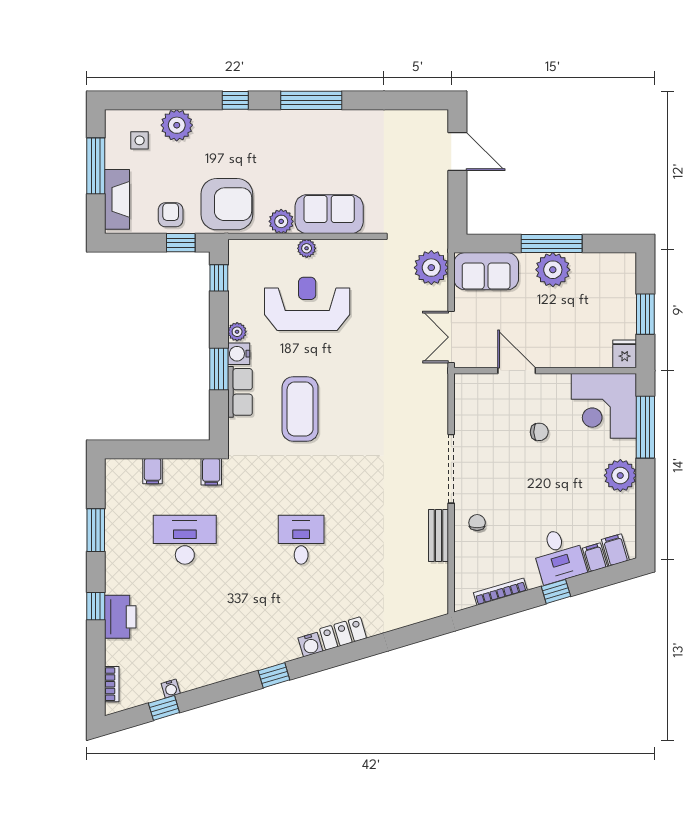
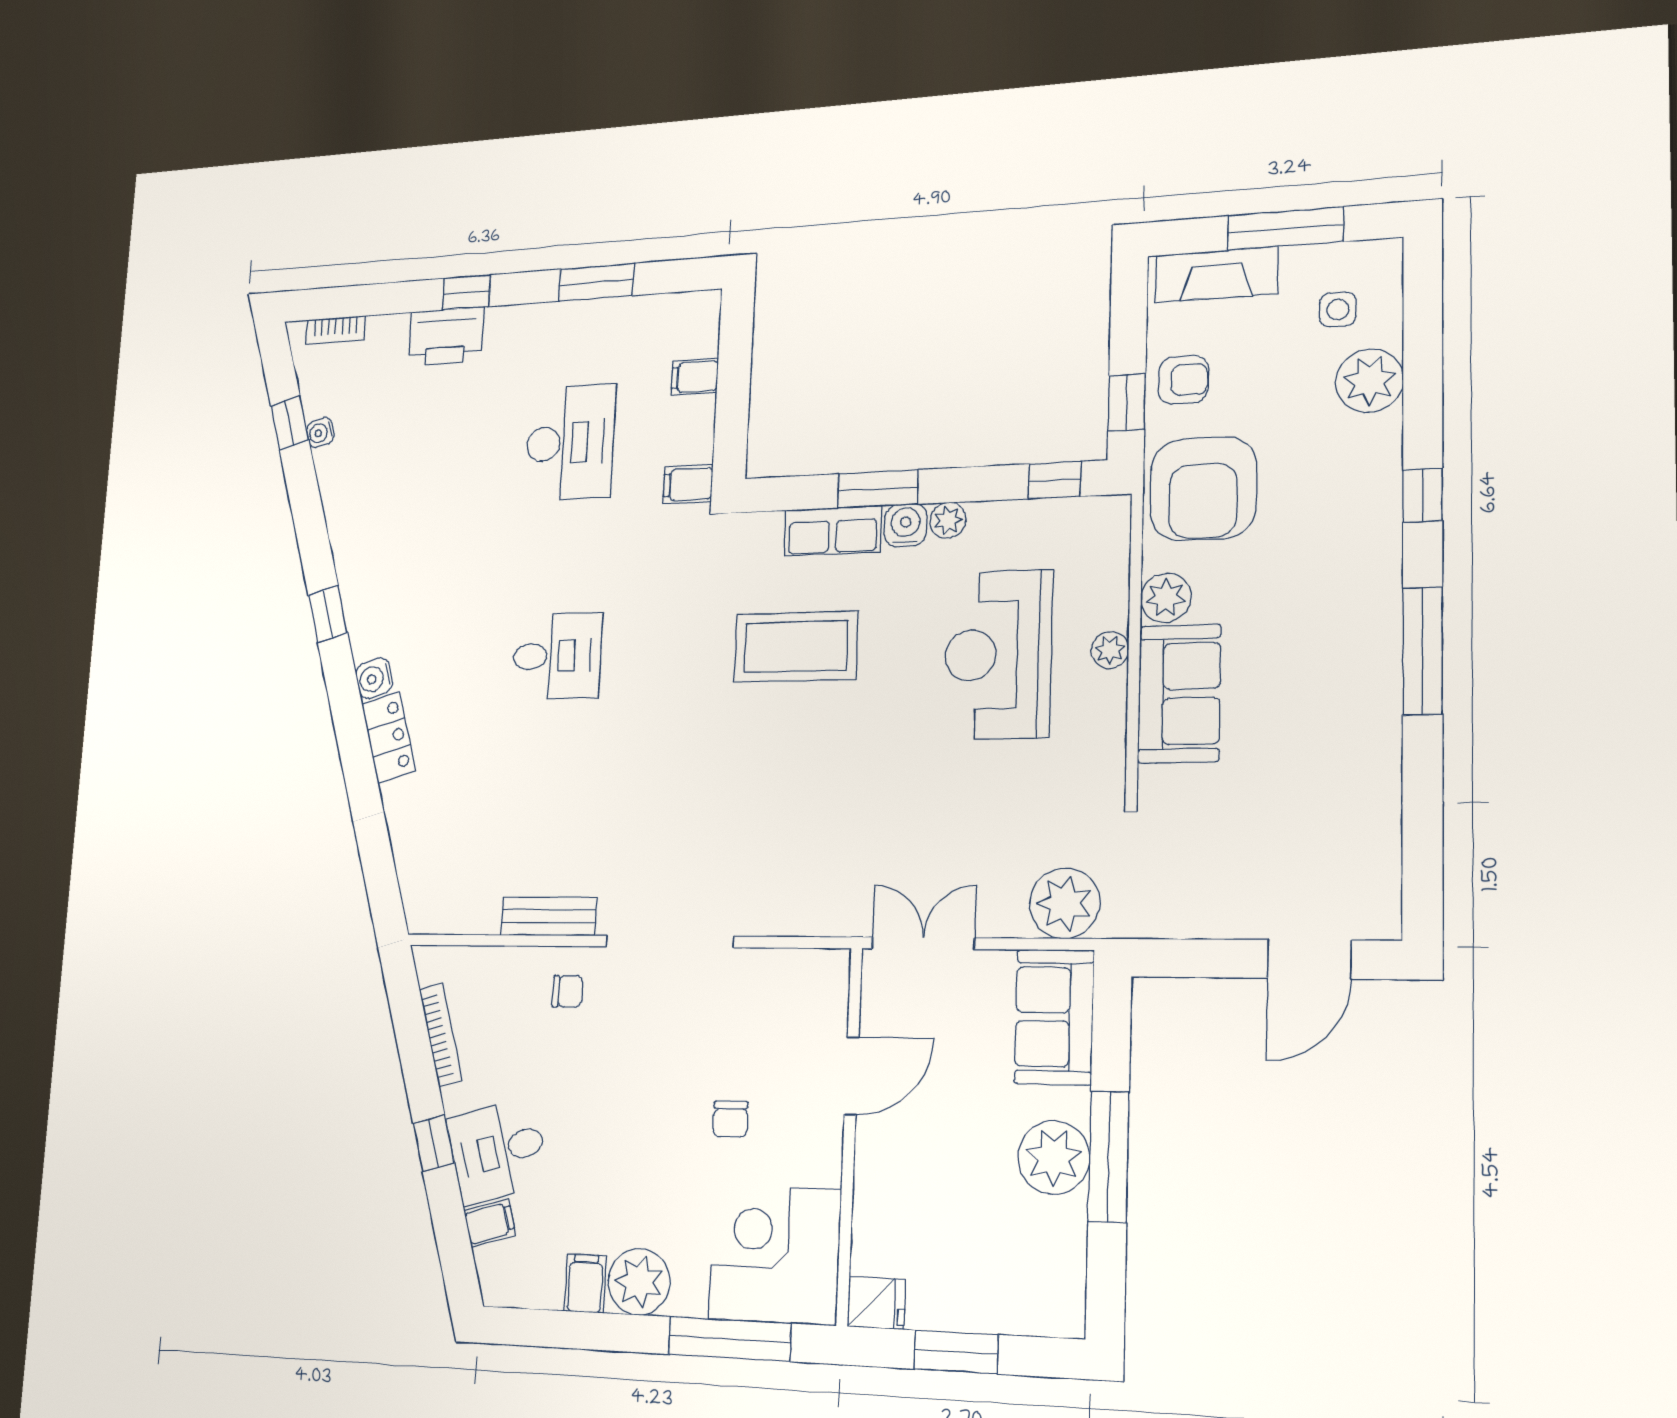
reception desk: (307, 304) -> (998, 655), turned 180
filing cabinet: (615, 550) -> (585, 1283), moved, turned -73

